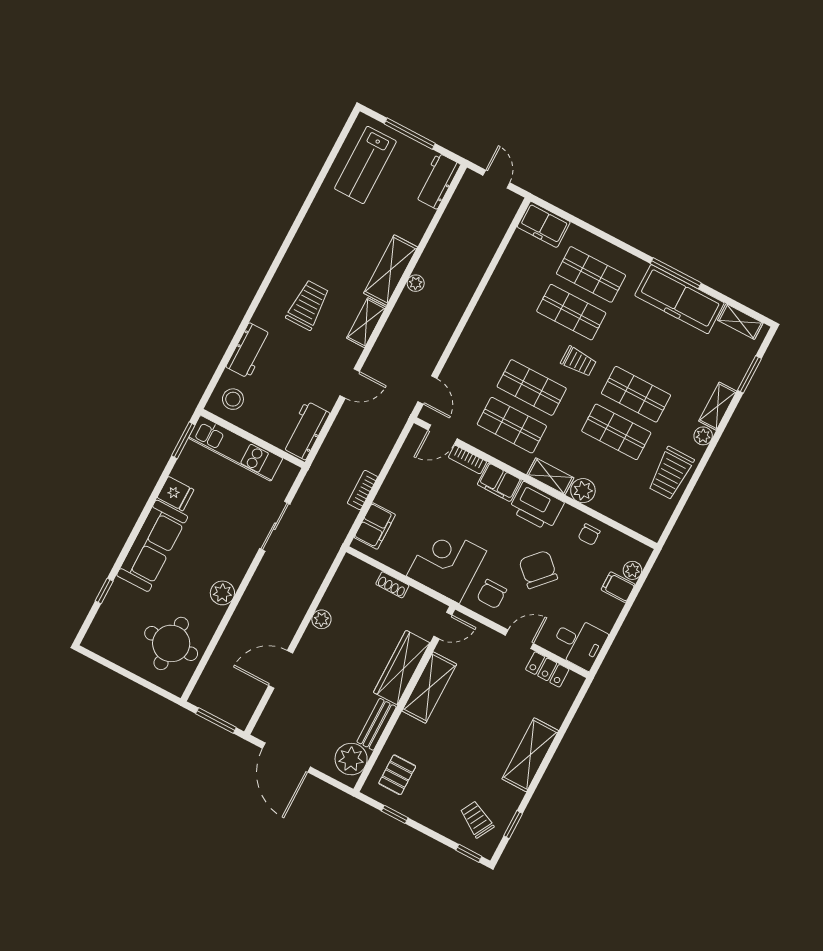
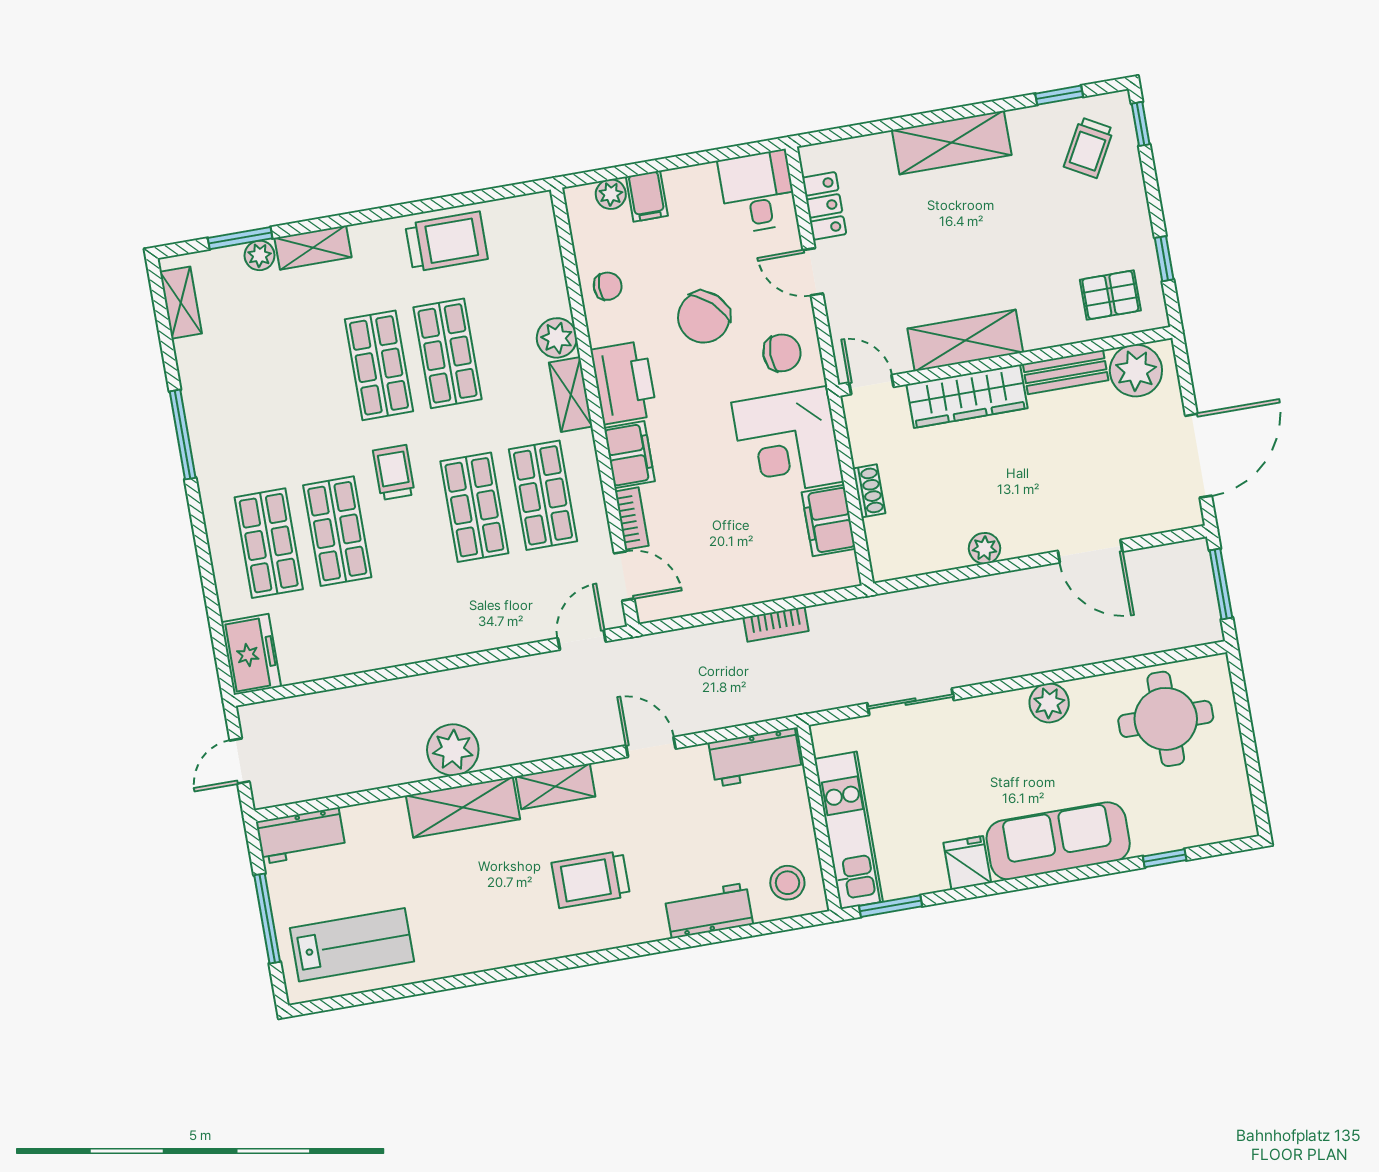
plant: (416, 283) -> (453, 750), width x1.88, depth x1.88
freezer: (679, 299) -> (213, 404), removed
plant: (703, 436) -> (260, 255), moved
filing cabinet: (375, 526) -> (829, 520), moved, turned -90

